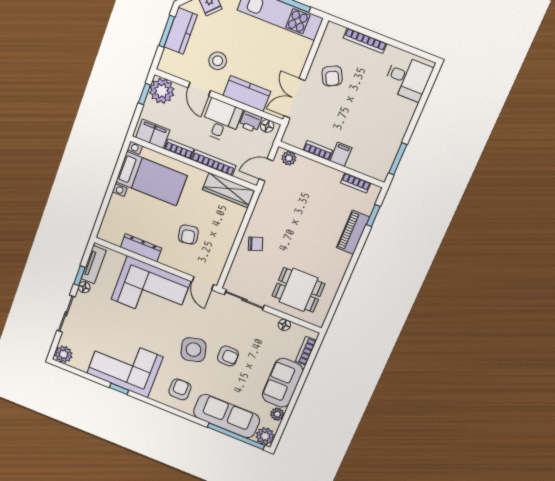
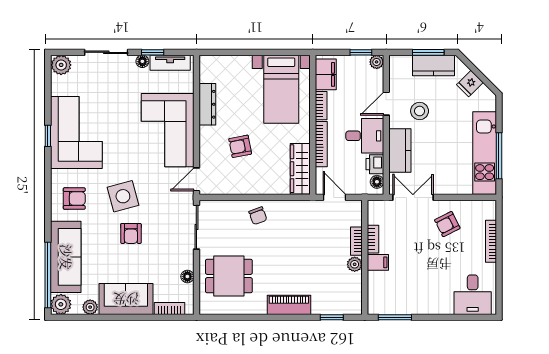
plant: (162, 91) -> (377, 62), width x0.53, depth x0.53
plant: (289, 158) -> (355, 264), moved
bookcase: (356, 183) -> (356, 241), moved
piano: (353, 232) -> (289, 305), moved
dining table: (298, 290) -> (229, 276), turned 90

